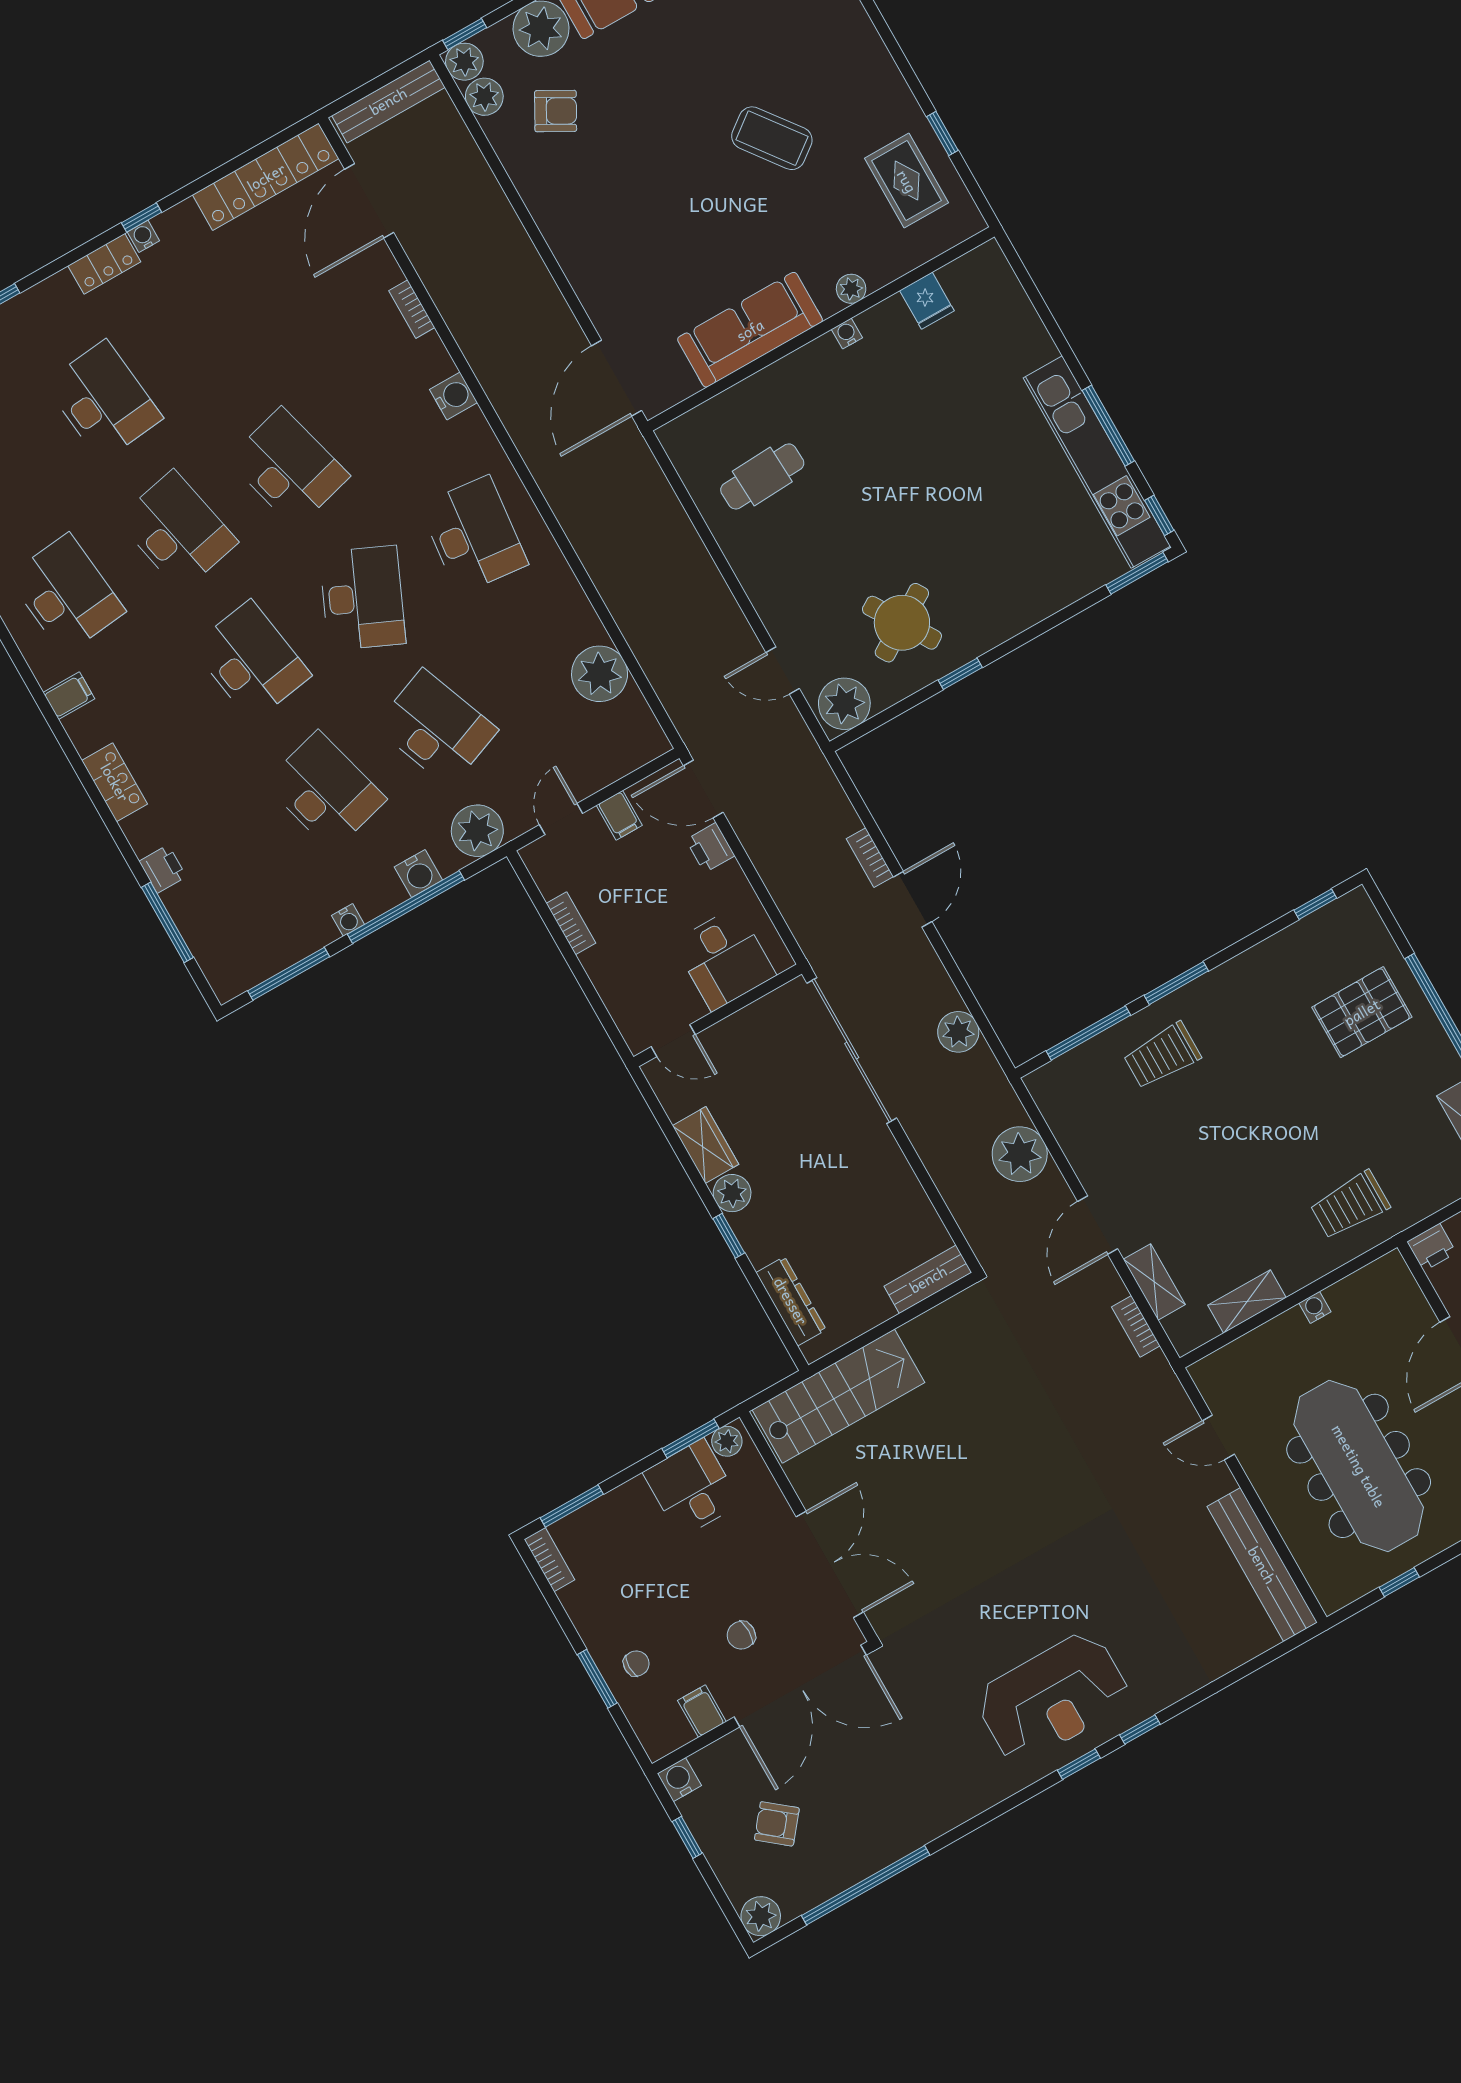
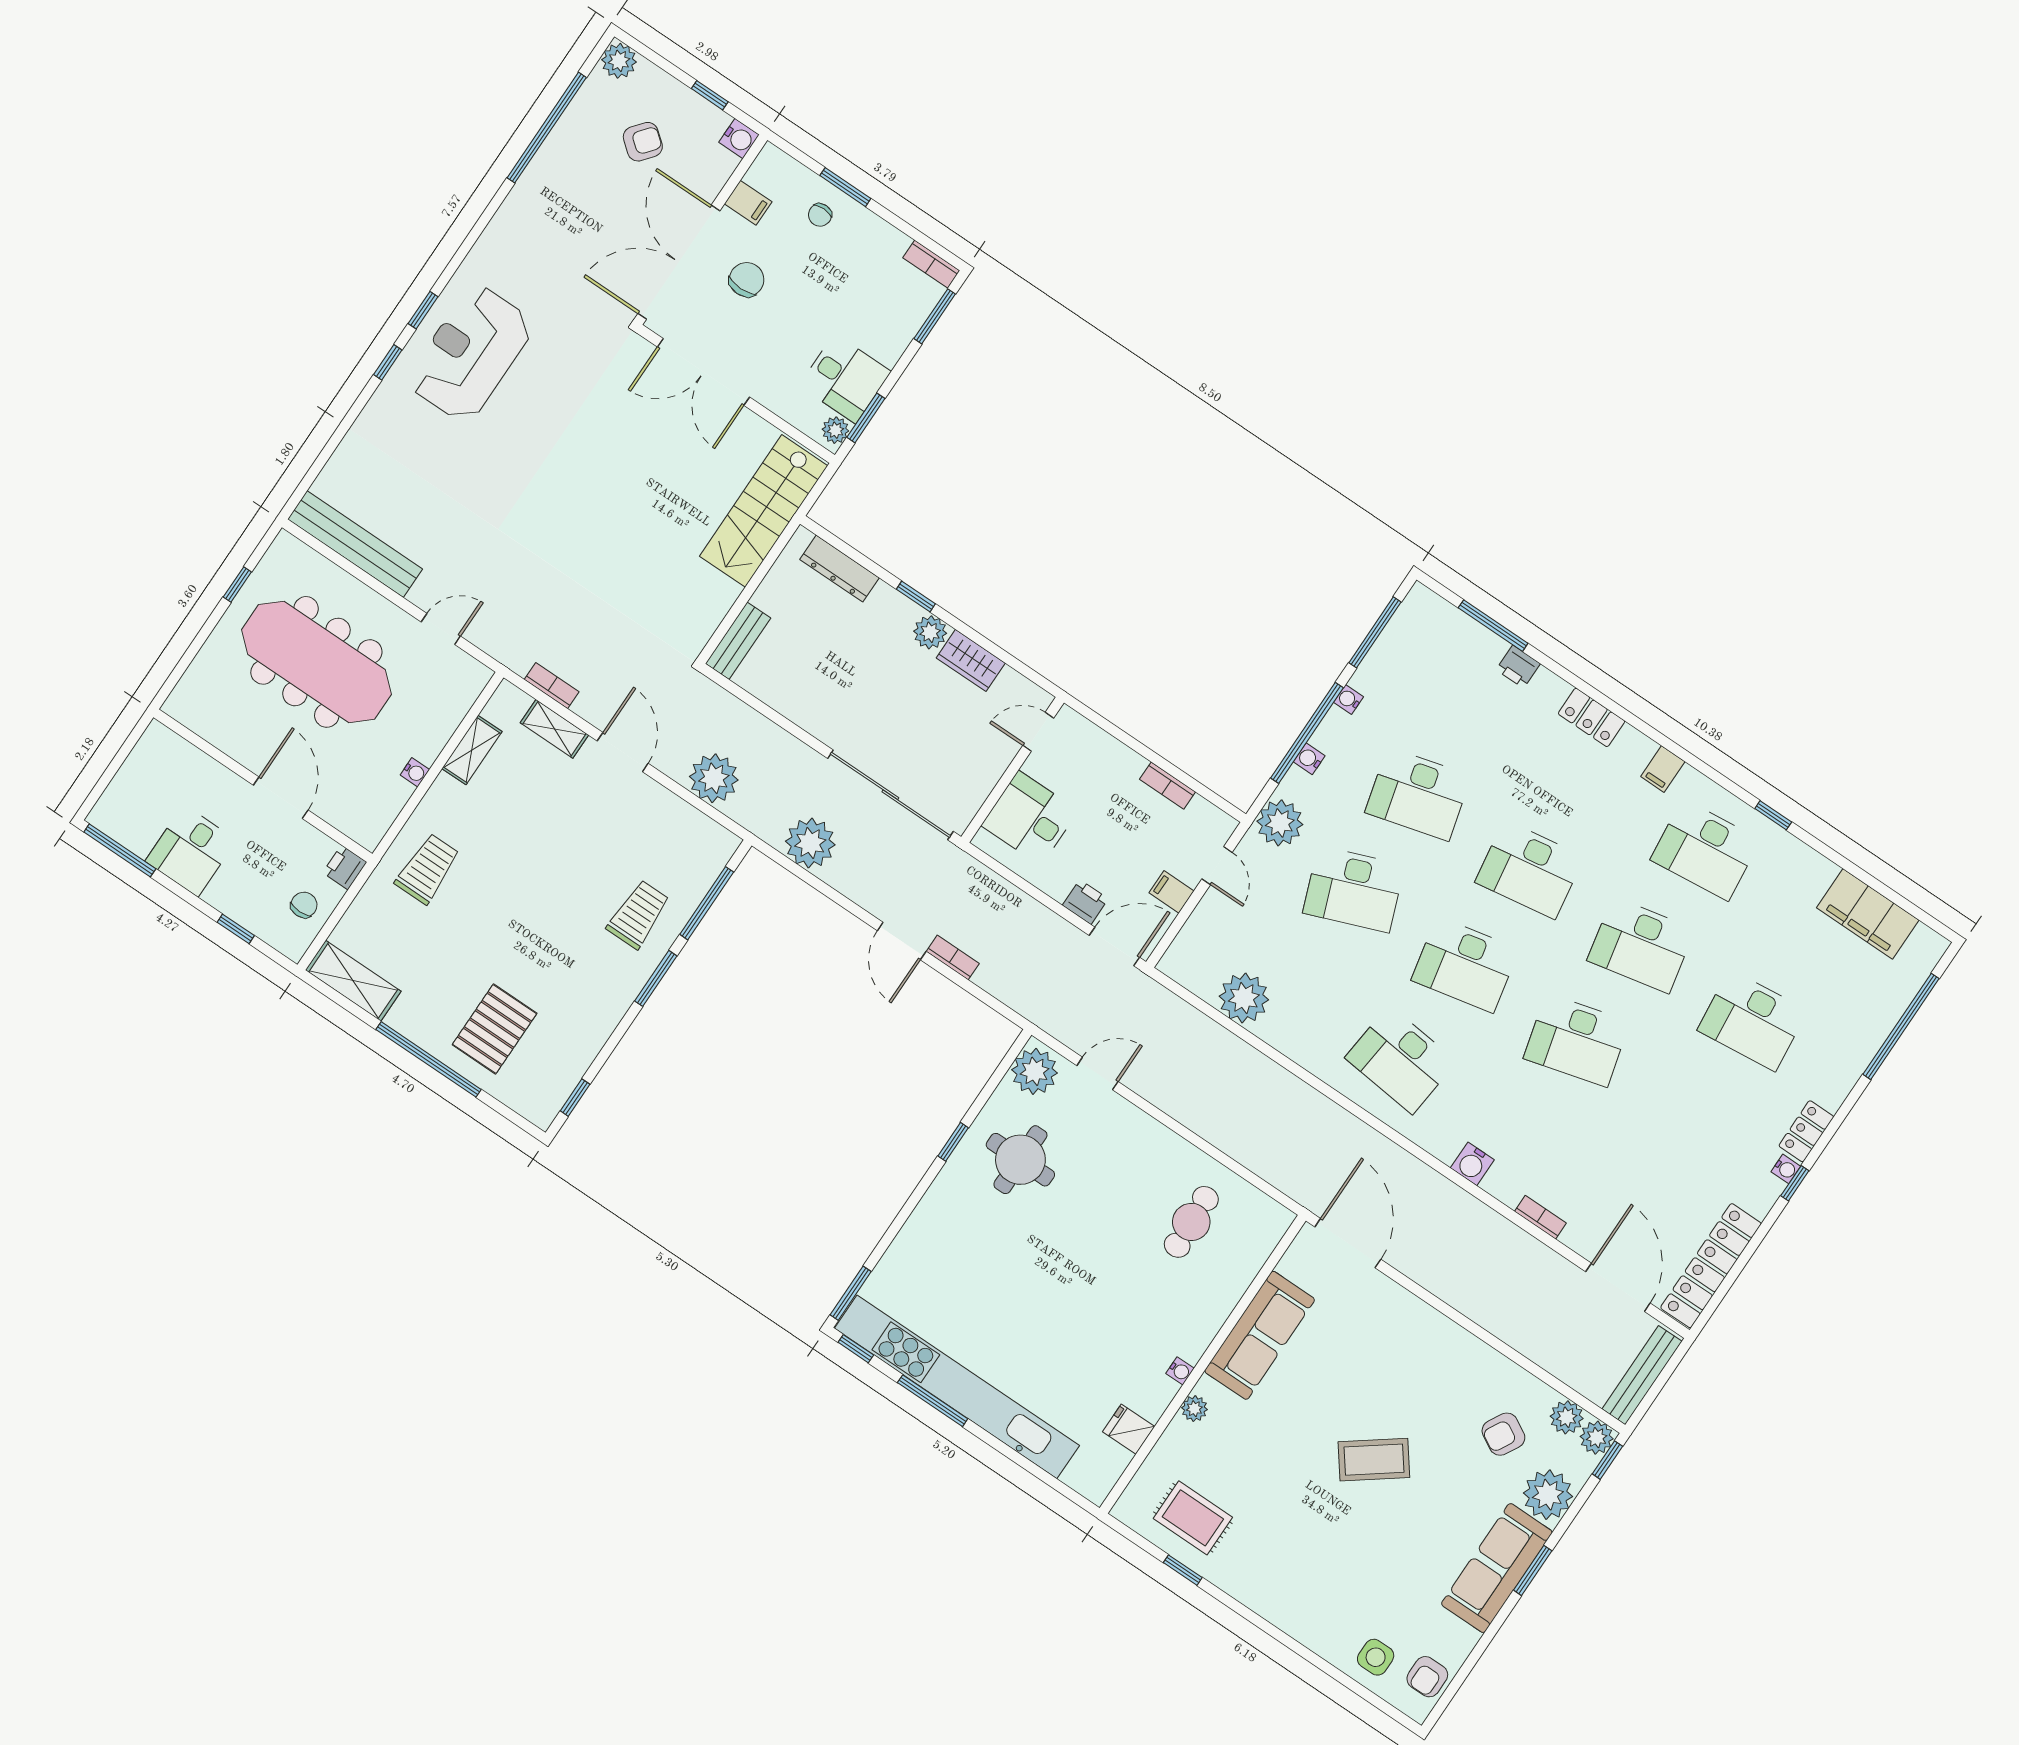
coffee table: (772, 138) -> (1374, 1460), moved
kitchen unit: (1097, 462) -> (957, 1387), width x1.36
desk: (362, 598) -> (1465, 965), turned -36
round table: (902, 623) -> (1020, 1160), turned 32
water cooler: (418, 874) -> (1309, 759), width x0.72, depth x0.72
plant: (958, 1032) -> (810, 843), width x1.36, depth x1.36
chair: (741, 1635) -> (747, 280), width x1.37, depth x1.37

